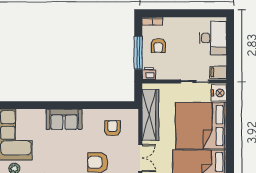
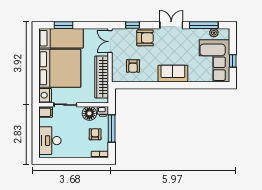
floor lamp: (165, 71) -> (89, 113), added

